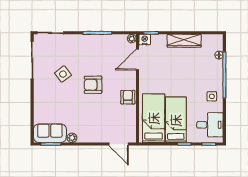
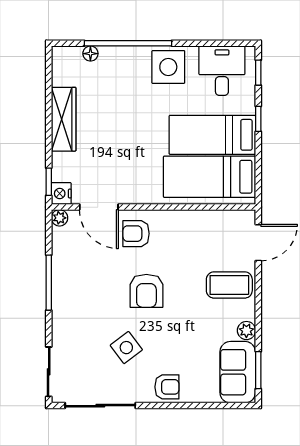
armchair: (42, 96) -> (167, 387), added
side table: (212, 96) -> (168, 67), width x1.87, depth x1.87
armchair: (128, 97) -> (136, 234), moved
coffee table: (96, 129) -> (229, 285), added

